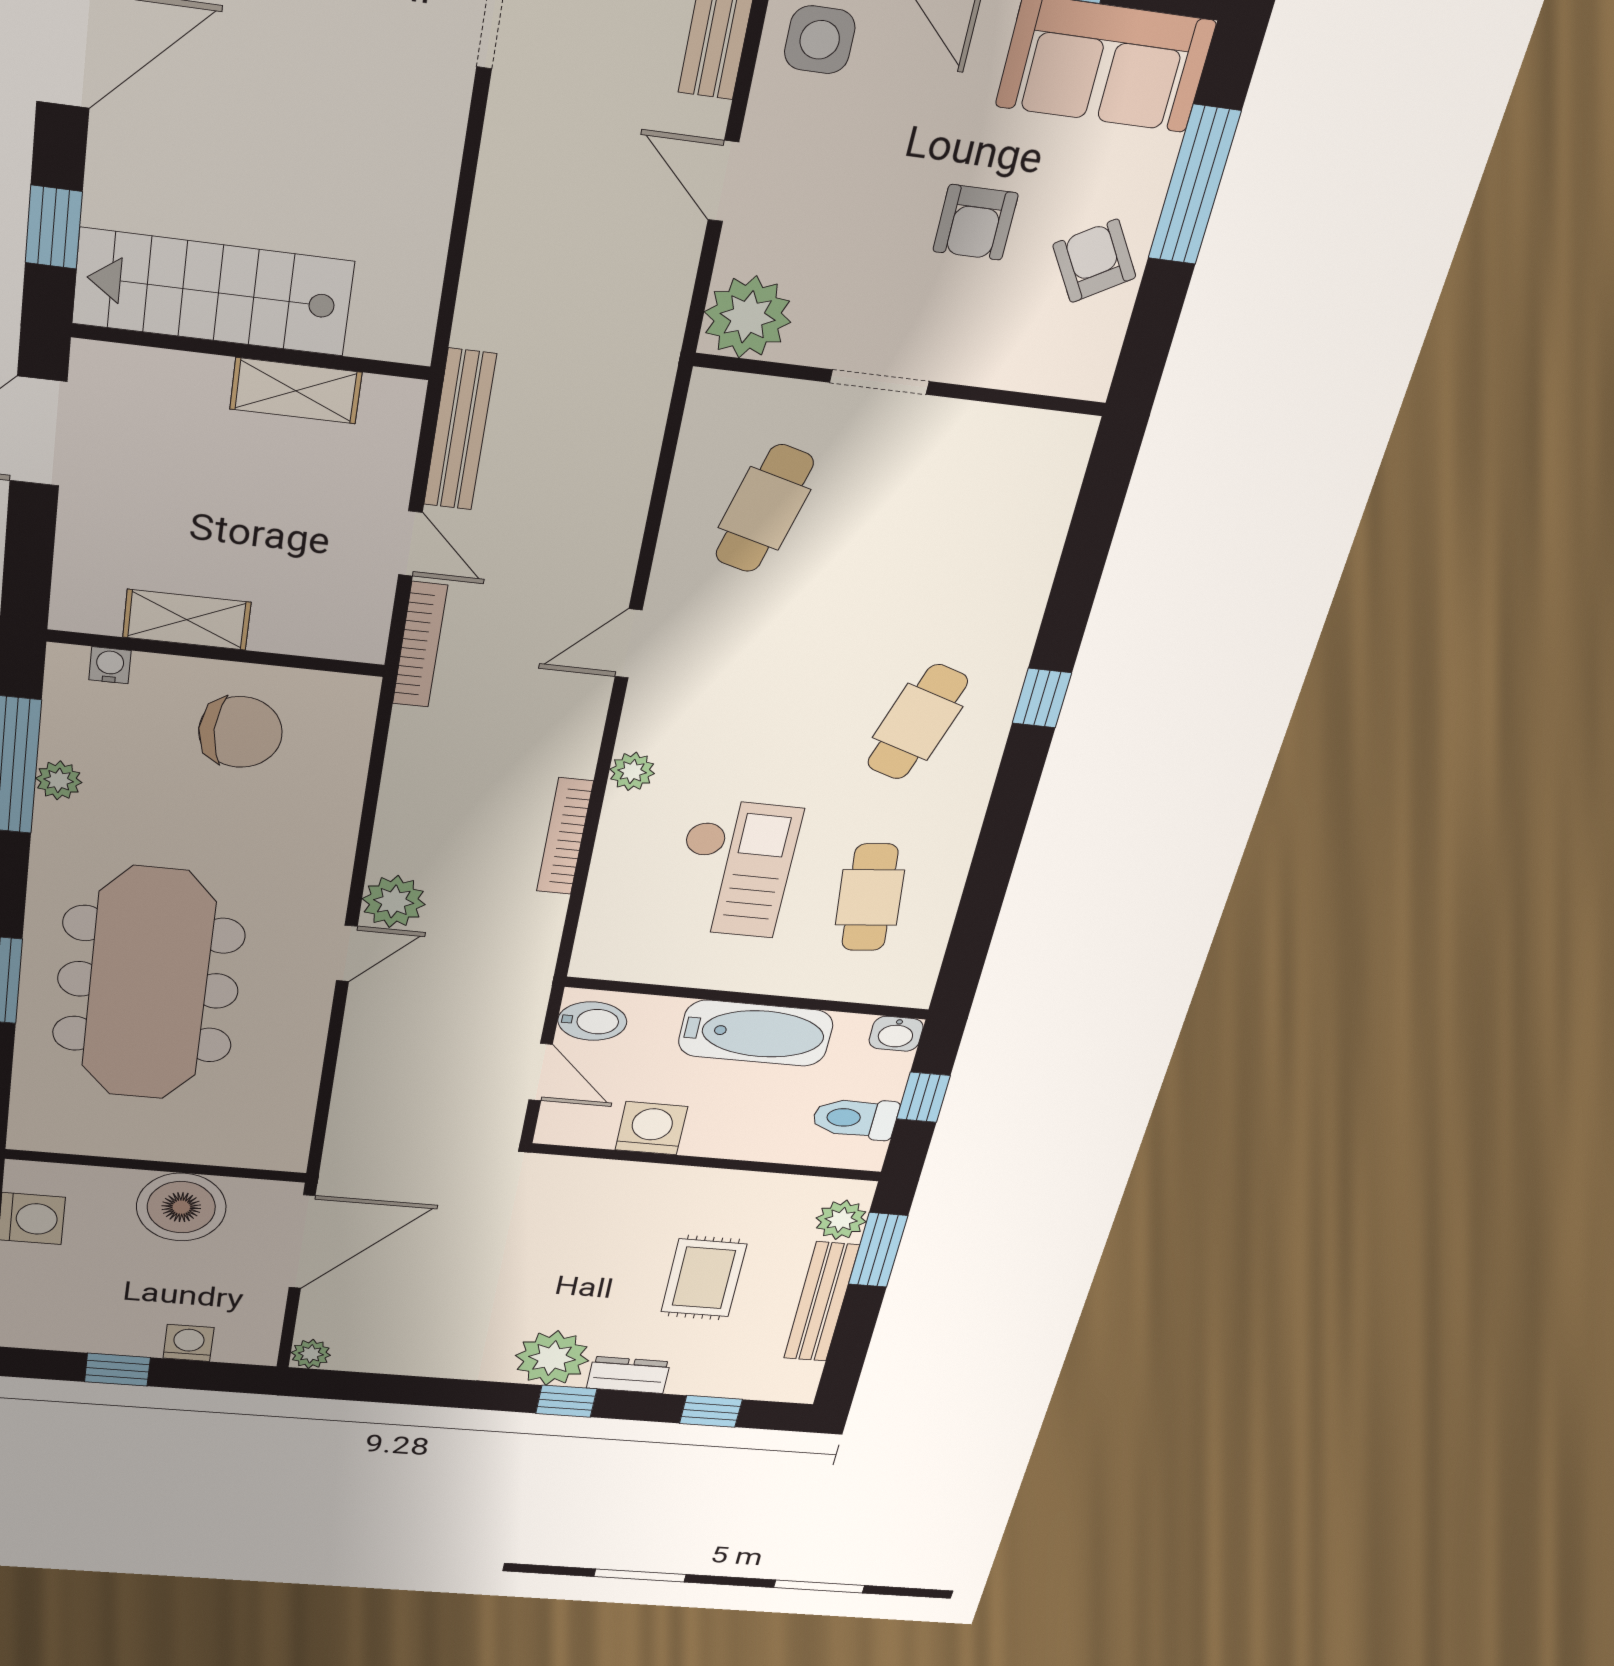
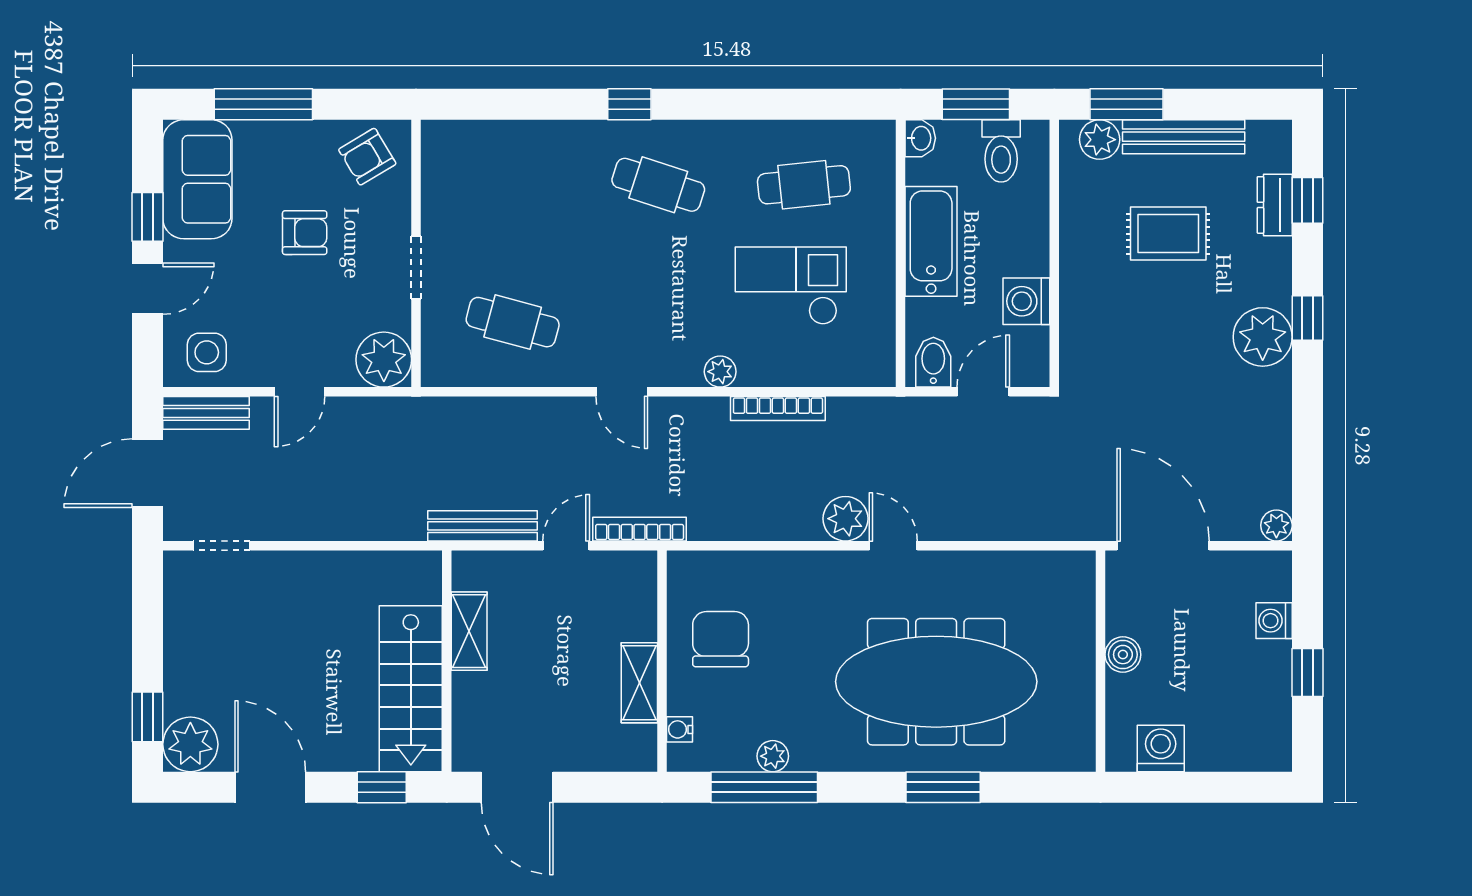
armchair: (1094, 261) -> (367, 157), moved
window: (923, 1097) -> (976, 104), width x1.50
boiler: (181, 1207) -> (1123, 655), width x0.54, depth x0.54
dresser: (628, 1375) -> (1275, 205), moved

